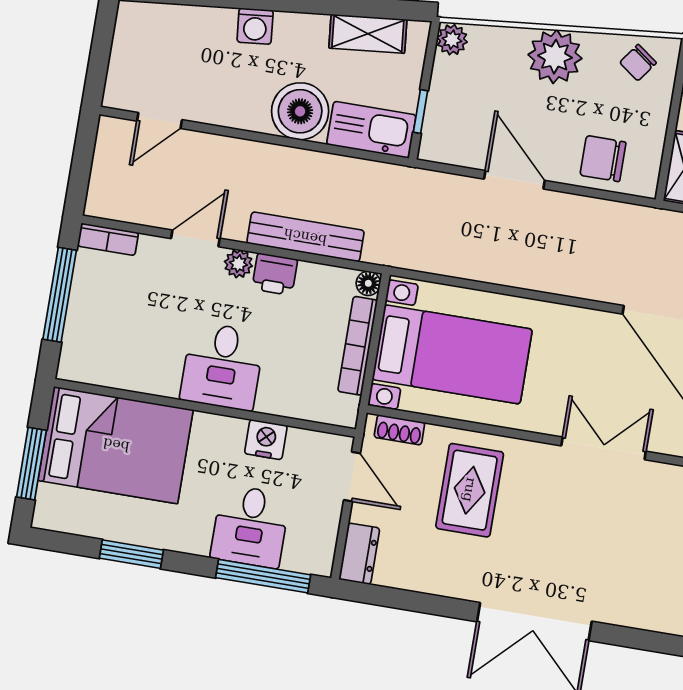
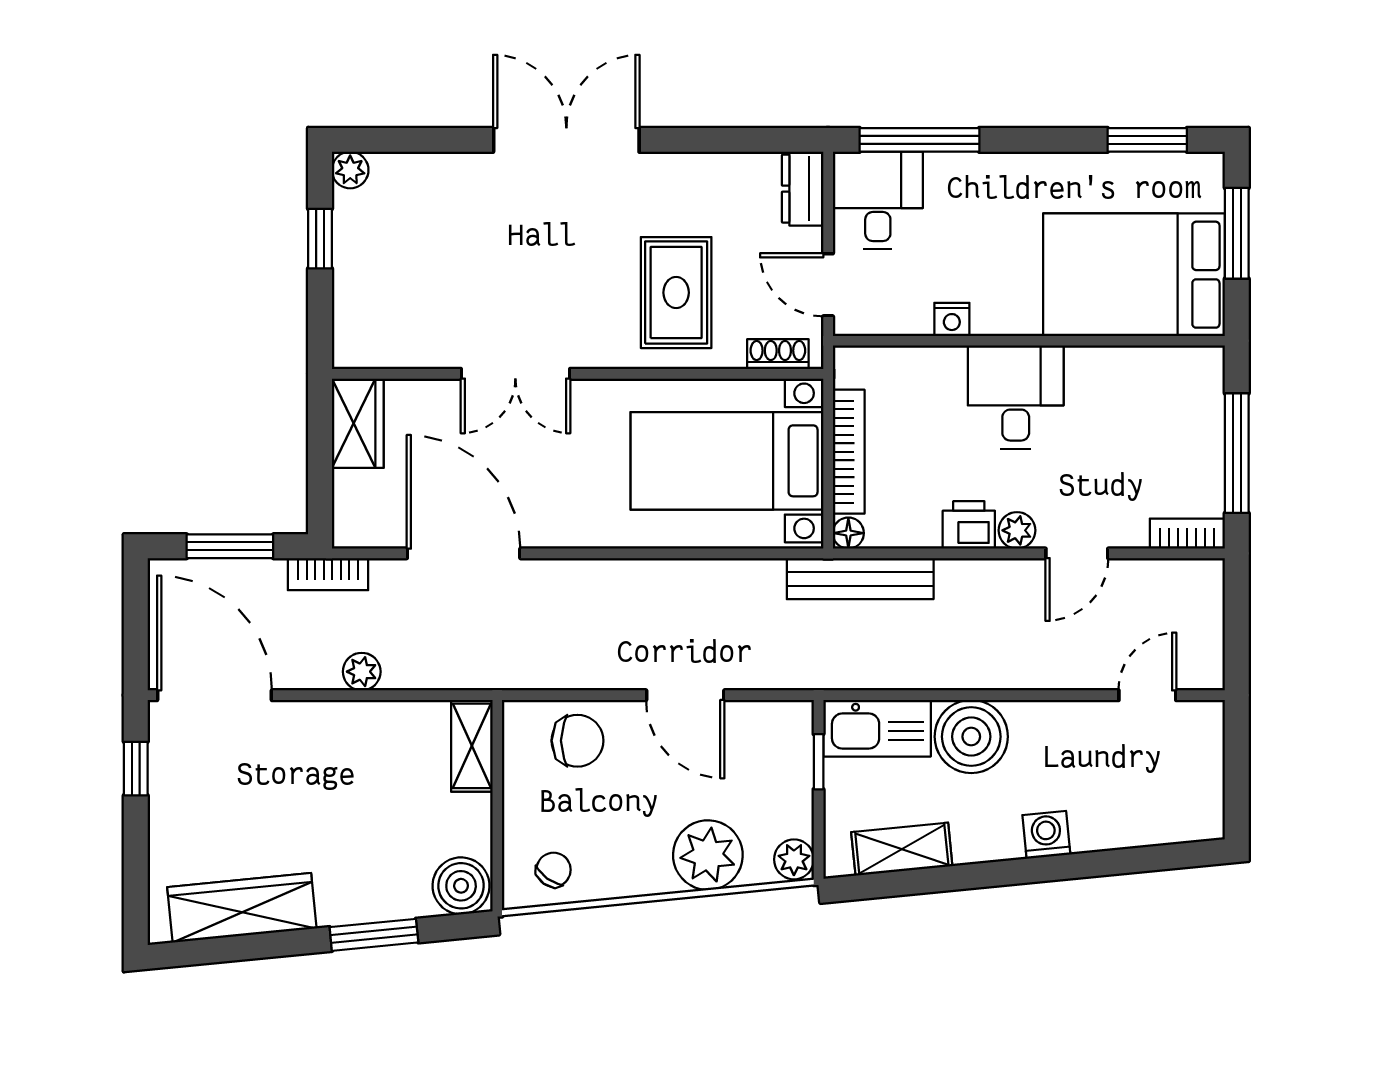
plant: (555, 57) -> (708, 855), moved
bench: (305, 237) -> (860, 579), moved
nightstand: (266, 439) -> (952, 319), width x0.72, depth x0.74
desk: (250, 526) -> (878, 200), moved
window: (131, 554) -> (1147, 140), moved

